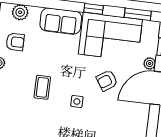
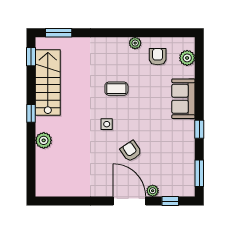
corner sofa: (110, 37) -> (174, 149), removed
armchair: (15, 42) -> (158, 57), turned 180

